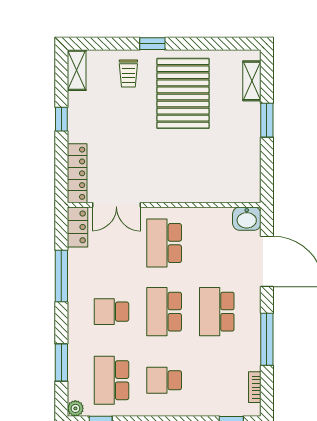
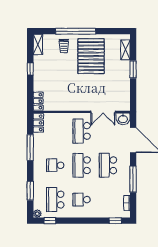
window: (152, 44) -> (76, 31), width x3.17
locker: (77, 173) -> (38, 101), width x0.66
double door: (116, 205) -> (103, 112), moved

